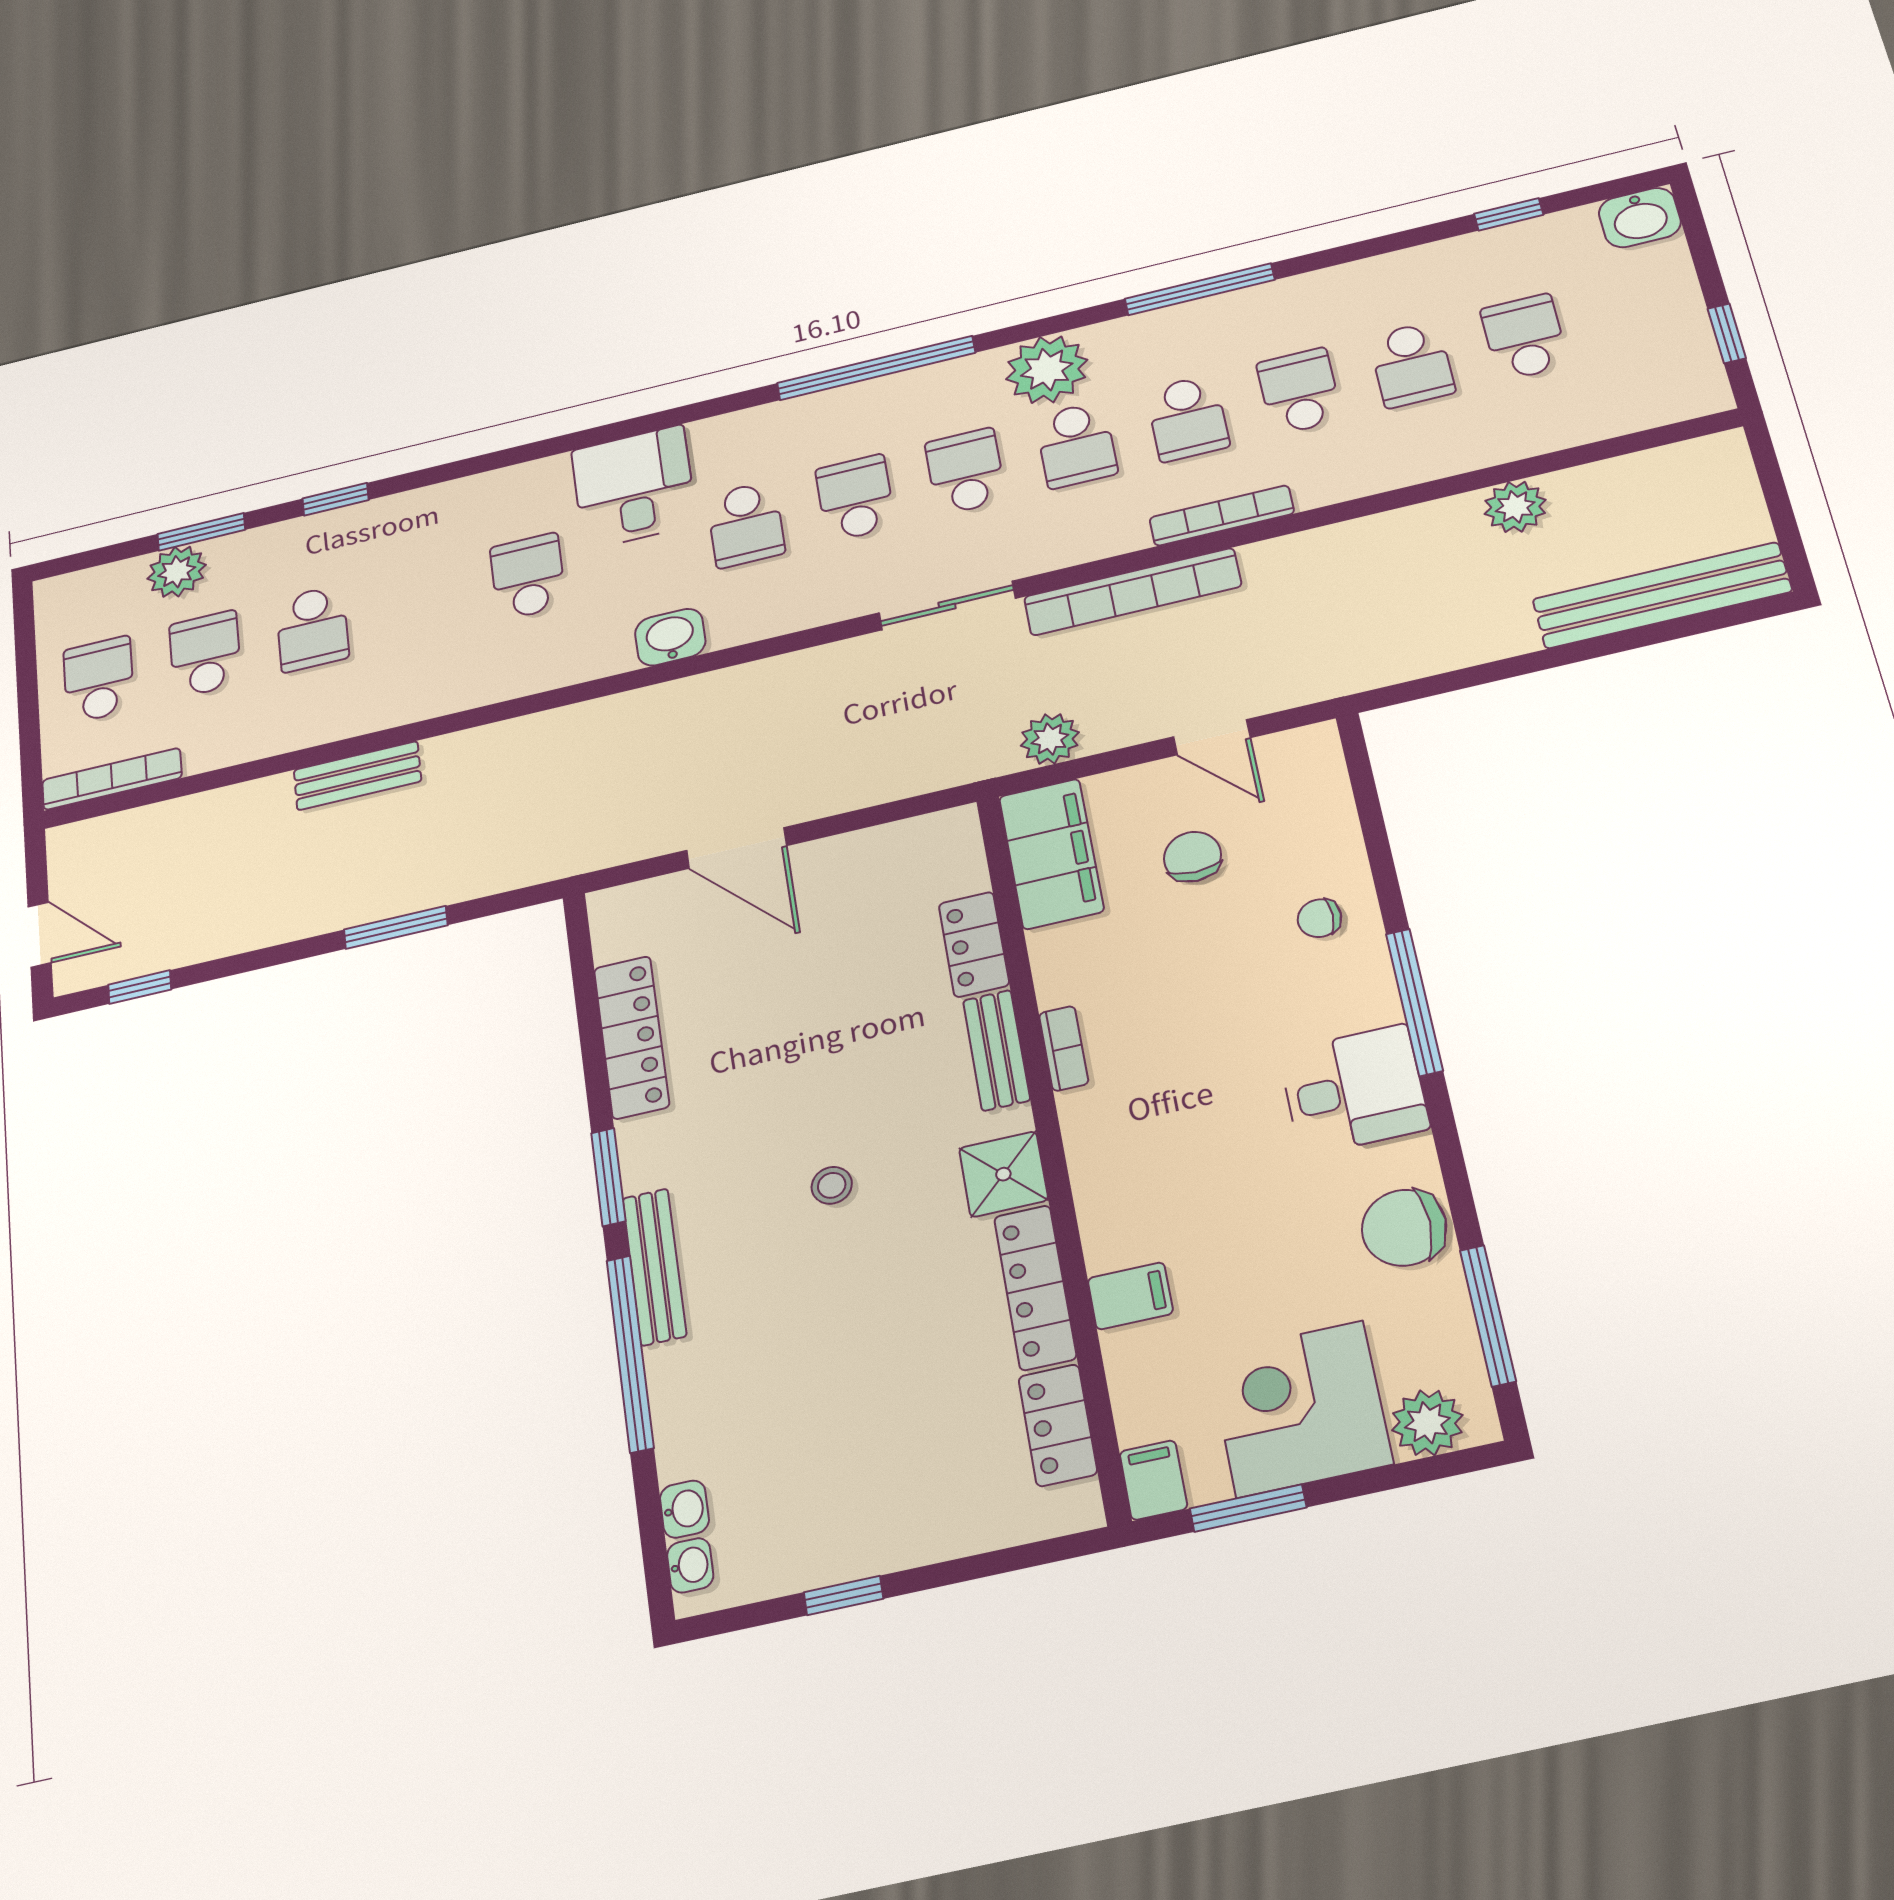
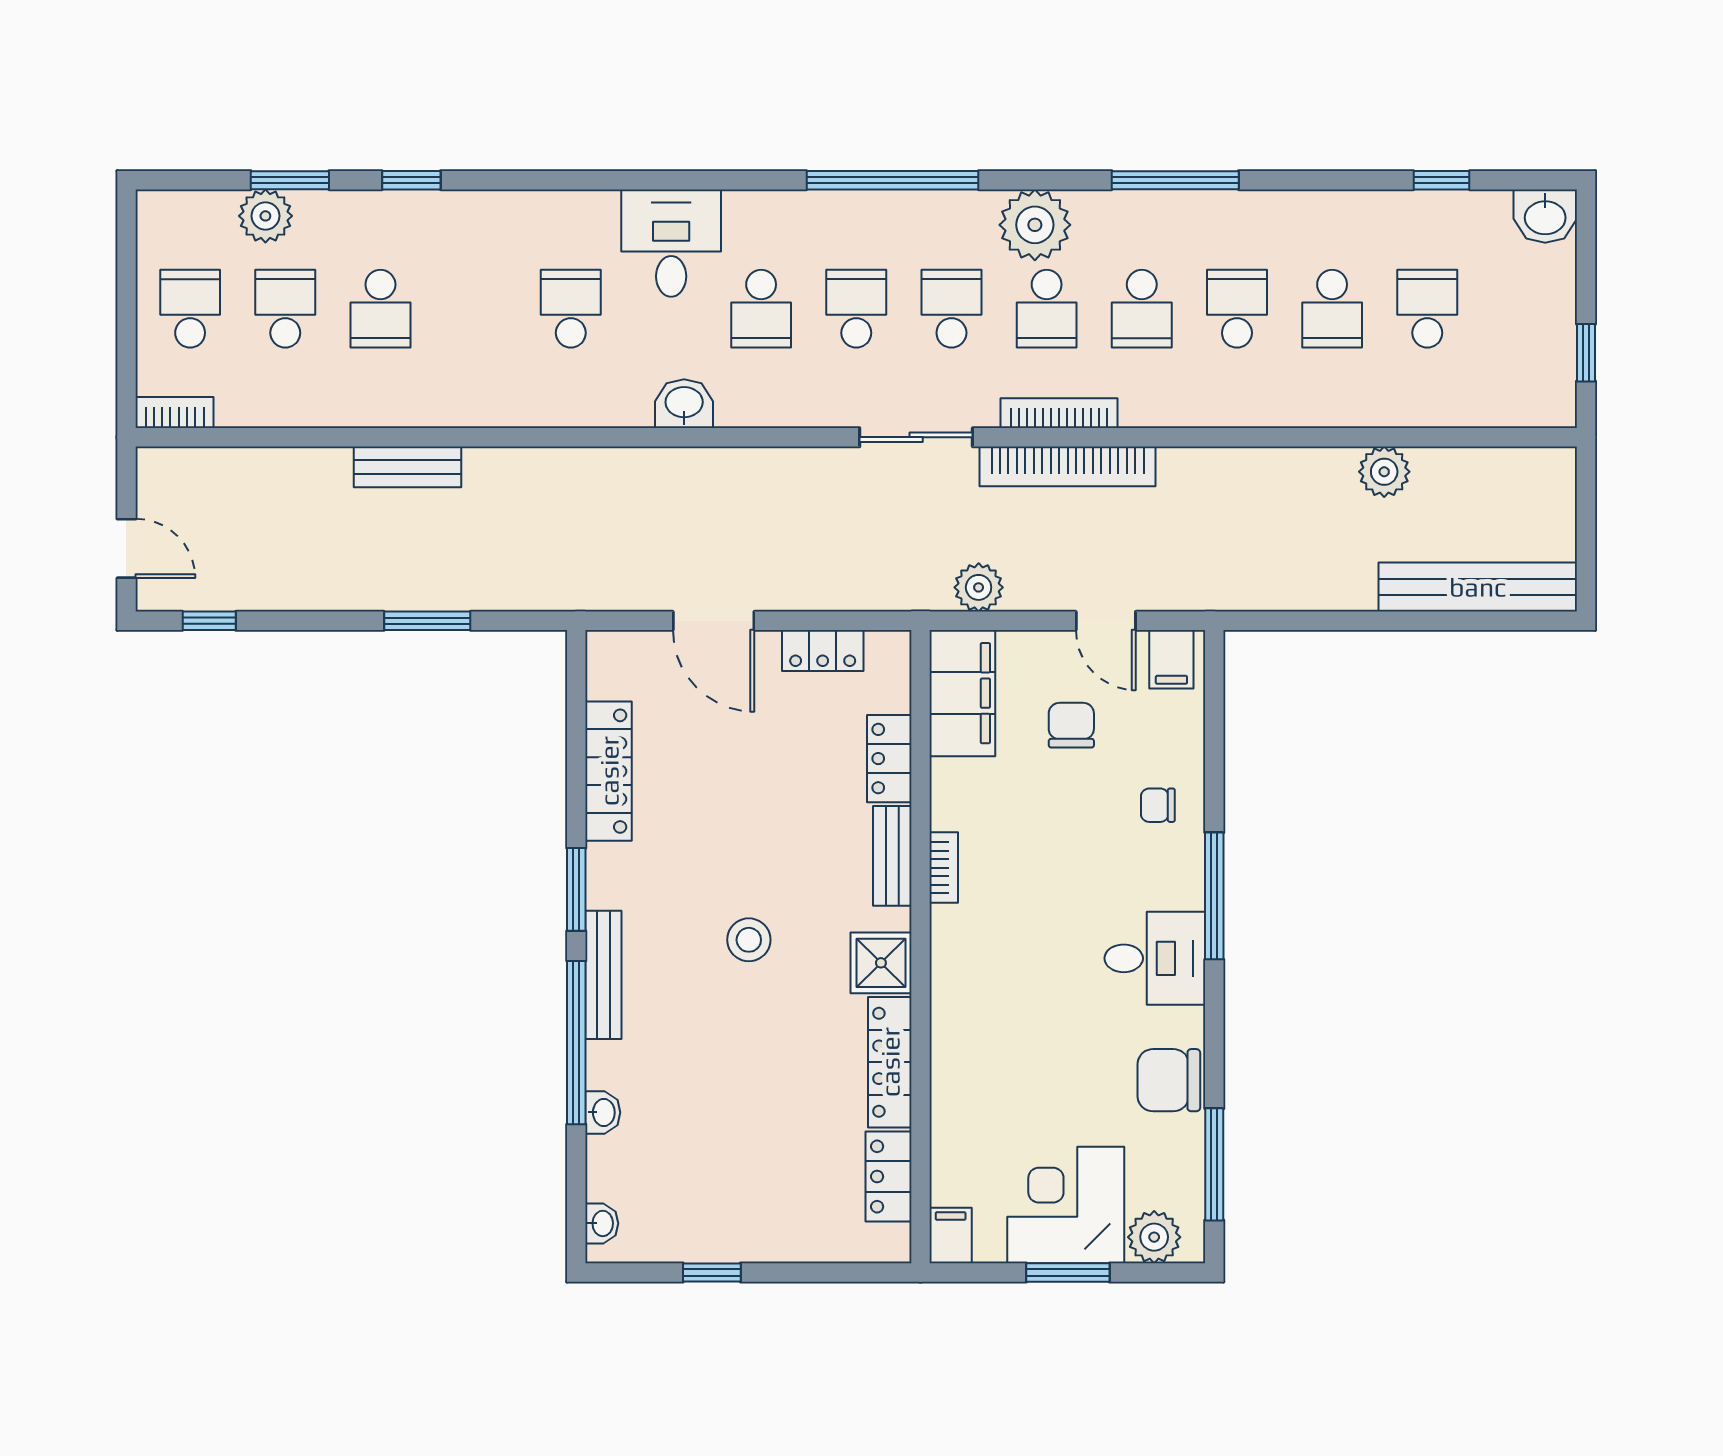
bookcase: (1222, 516) -> (1059, 413), moved
bookcase: (112, 779) -> (175, 412), width x0.64
locker: (873, 848) -> (823, 651), added
stool: (832, 1185) -> (749, 940), width x1.37, depth x1.37
filing cabinet: (1130, 1296) -> (1171, 659), moved, turned 90
window: (1248, 1508) -> (1068, 1273), moved
washbasin: (684, 1509) -> (603, 1112), moved

